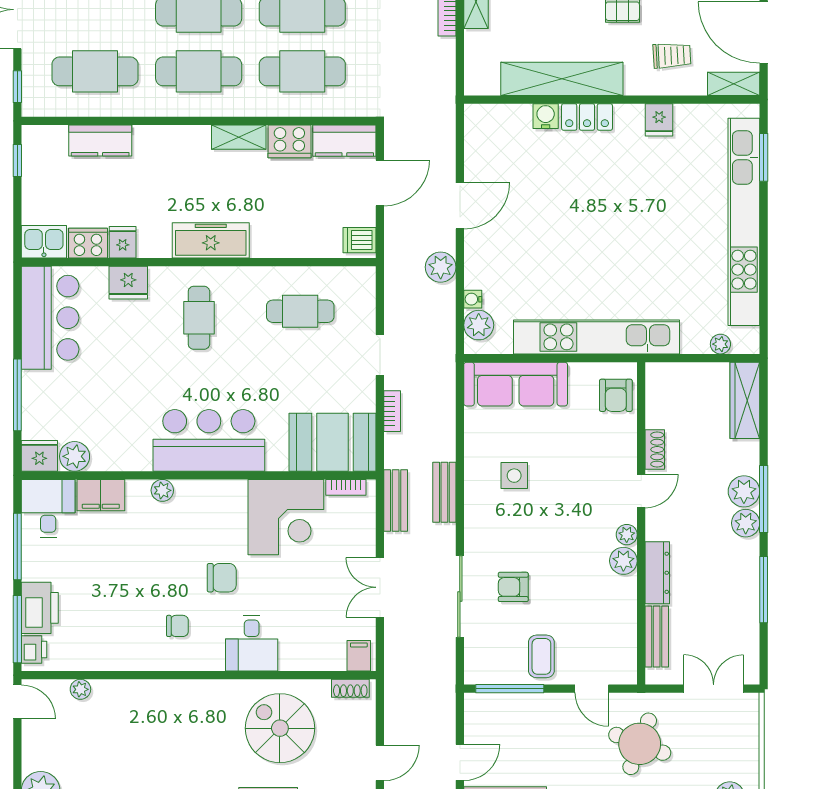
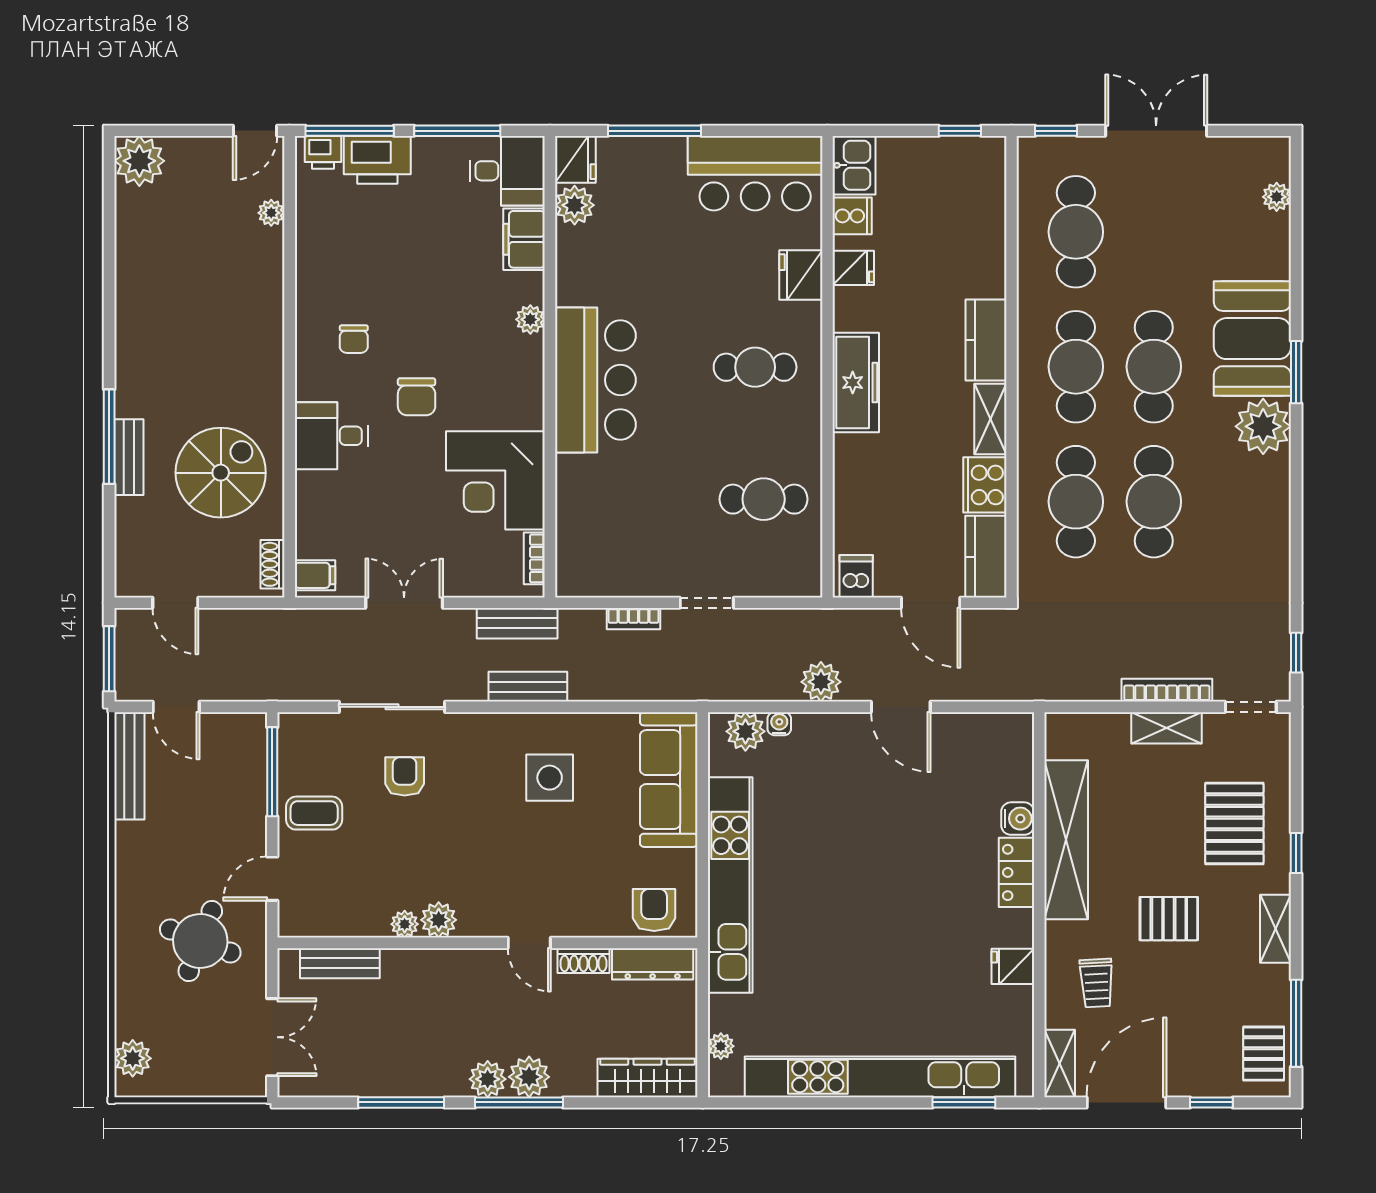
kitchen counter: (100, 140) -> (986, 340), moved
cooker: (88, 243) -> (852, 216), width x0.73
cafe table: (300, 311) -> (764, 499), turned 90
armchair: (616, 395) -> (654, 910), turned 90
booth: (332, 442) -> (593, 541), removed
side table: (514, 476) -> (550, 778), width x1.37, depth x1.37
plant: (627, 535) -> (405, 924), moved
dresser: (657, 573) -> (653, 964), moved

